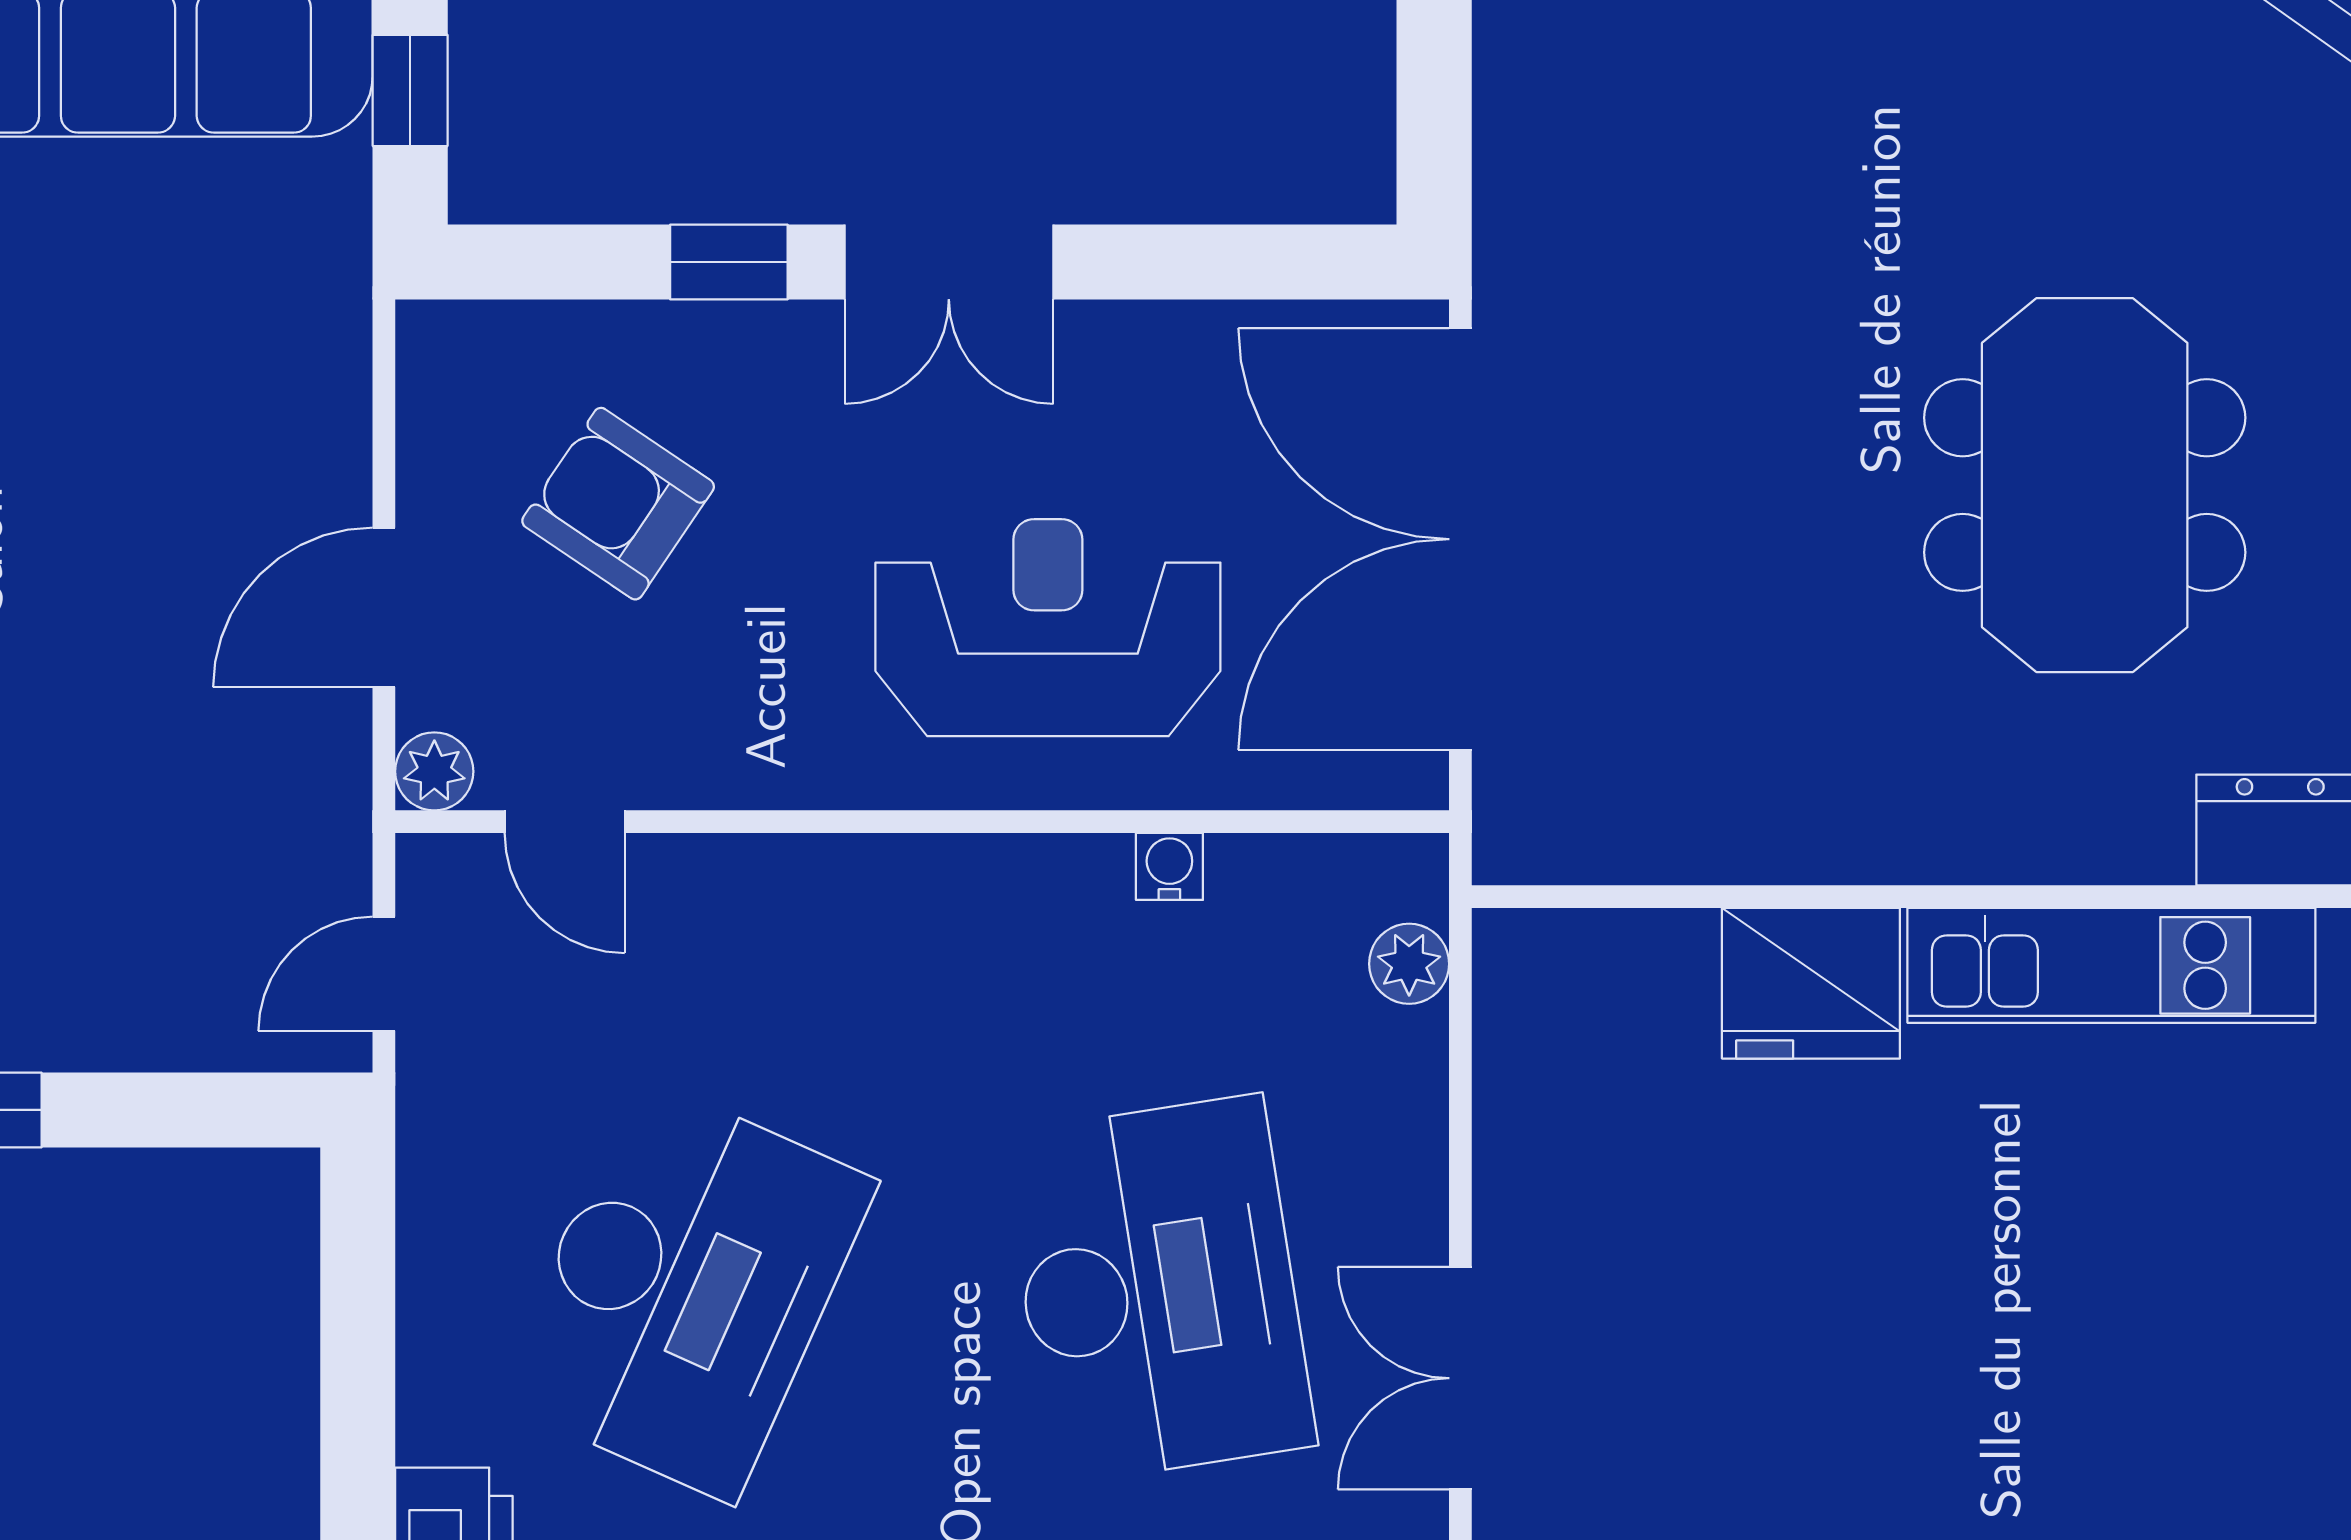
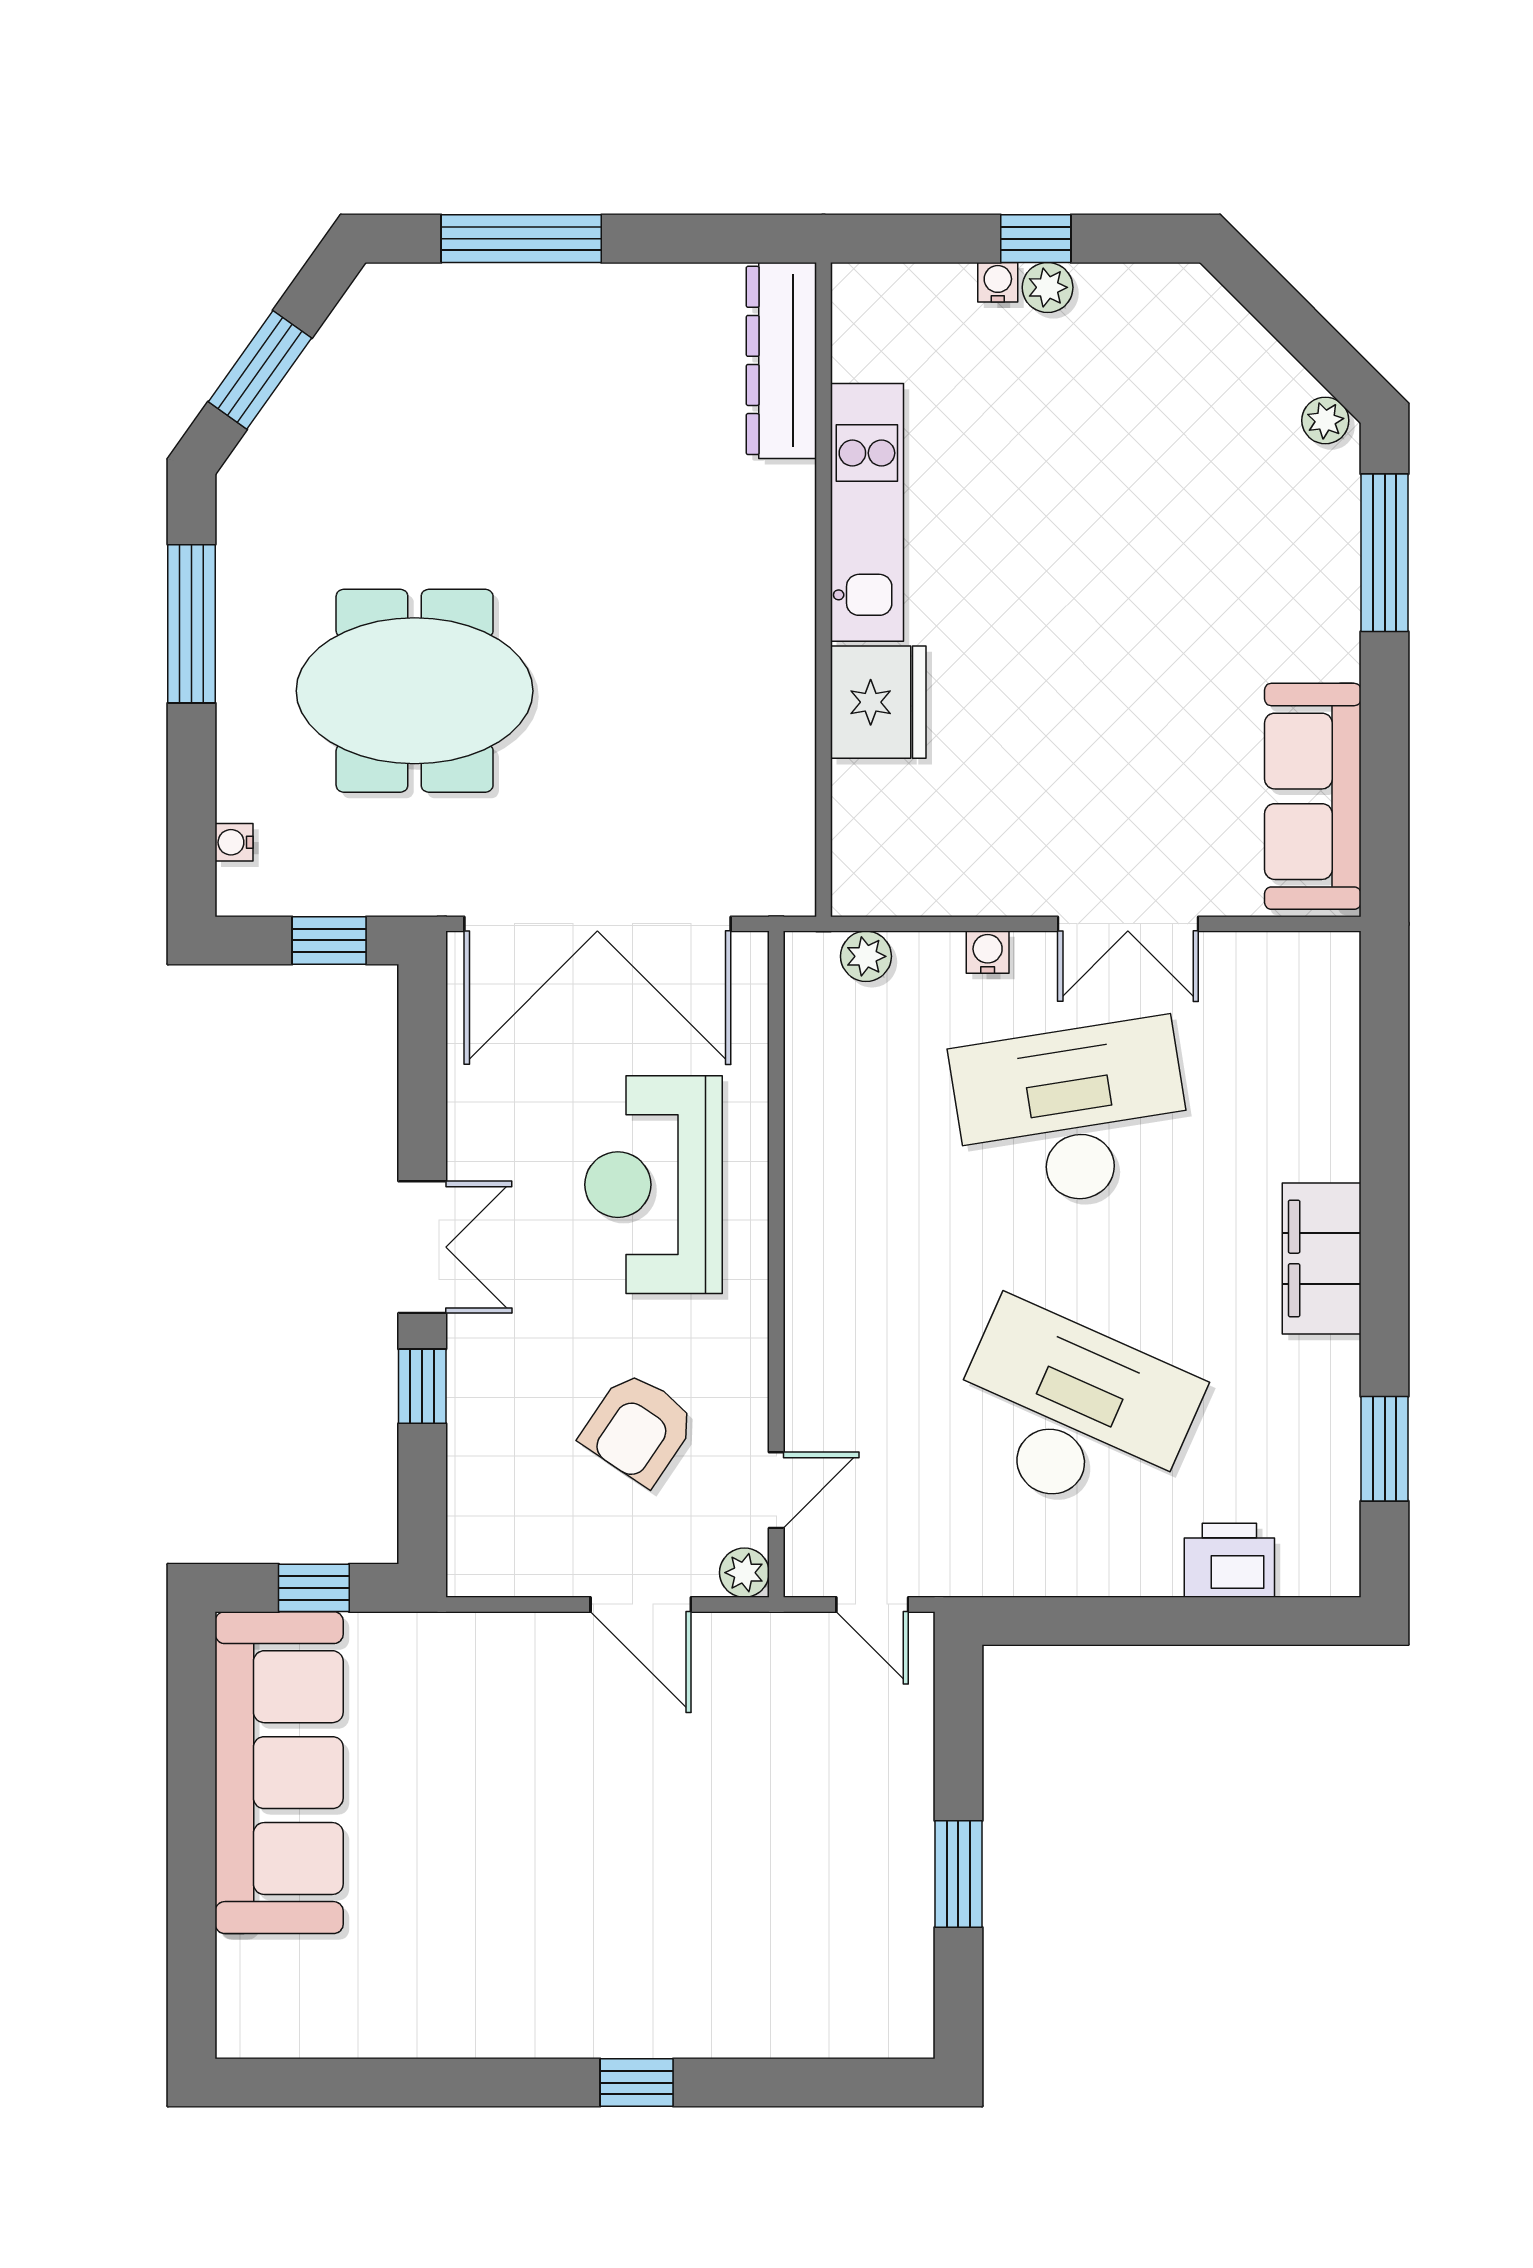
window: (1434, 114) -> (329, 940), added
meeting table: (2085, 485) -> (415, 691), moved
armchair: (618, 504) -> (638, 1428), moved
water cooler: (1169, 866) -> (988, 952), moved, turned 90

